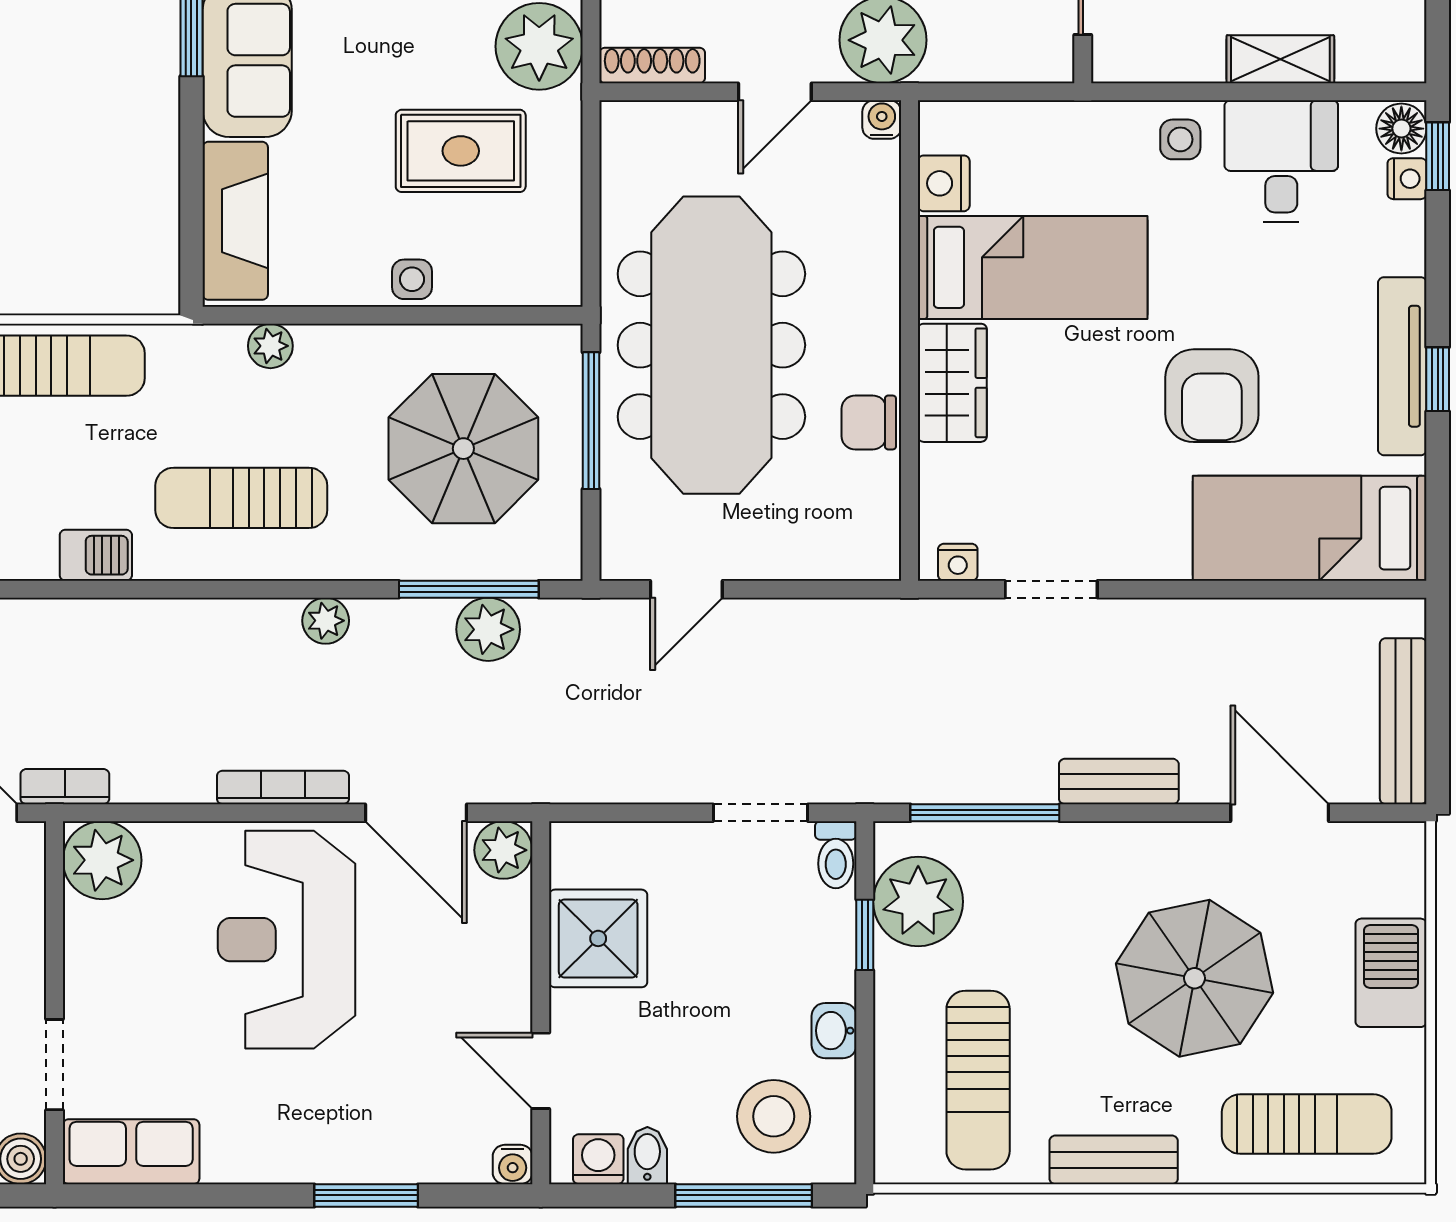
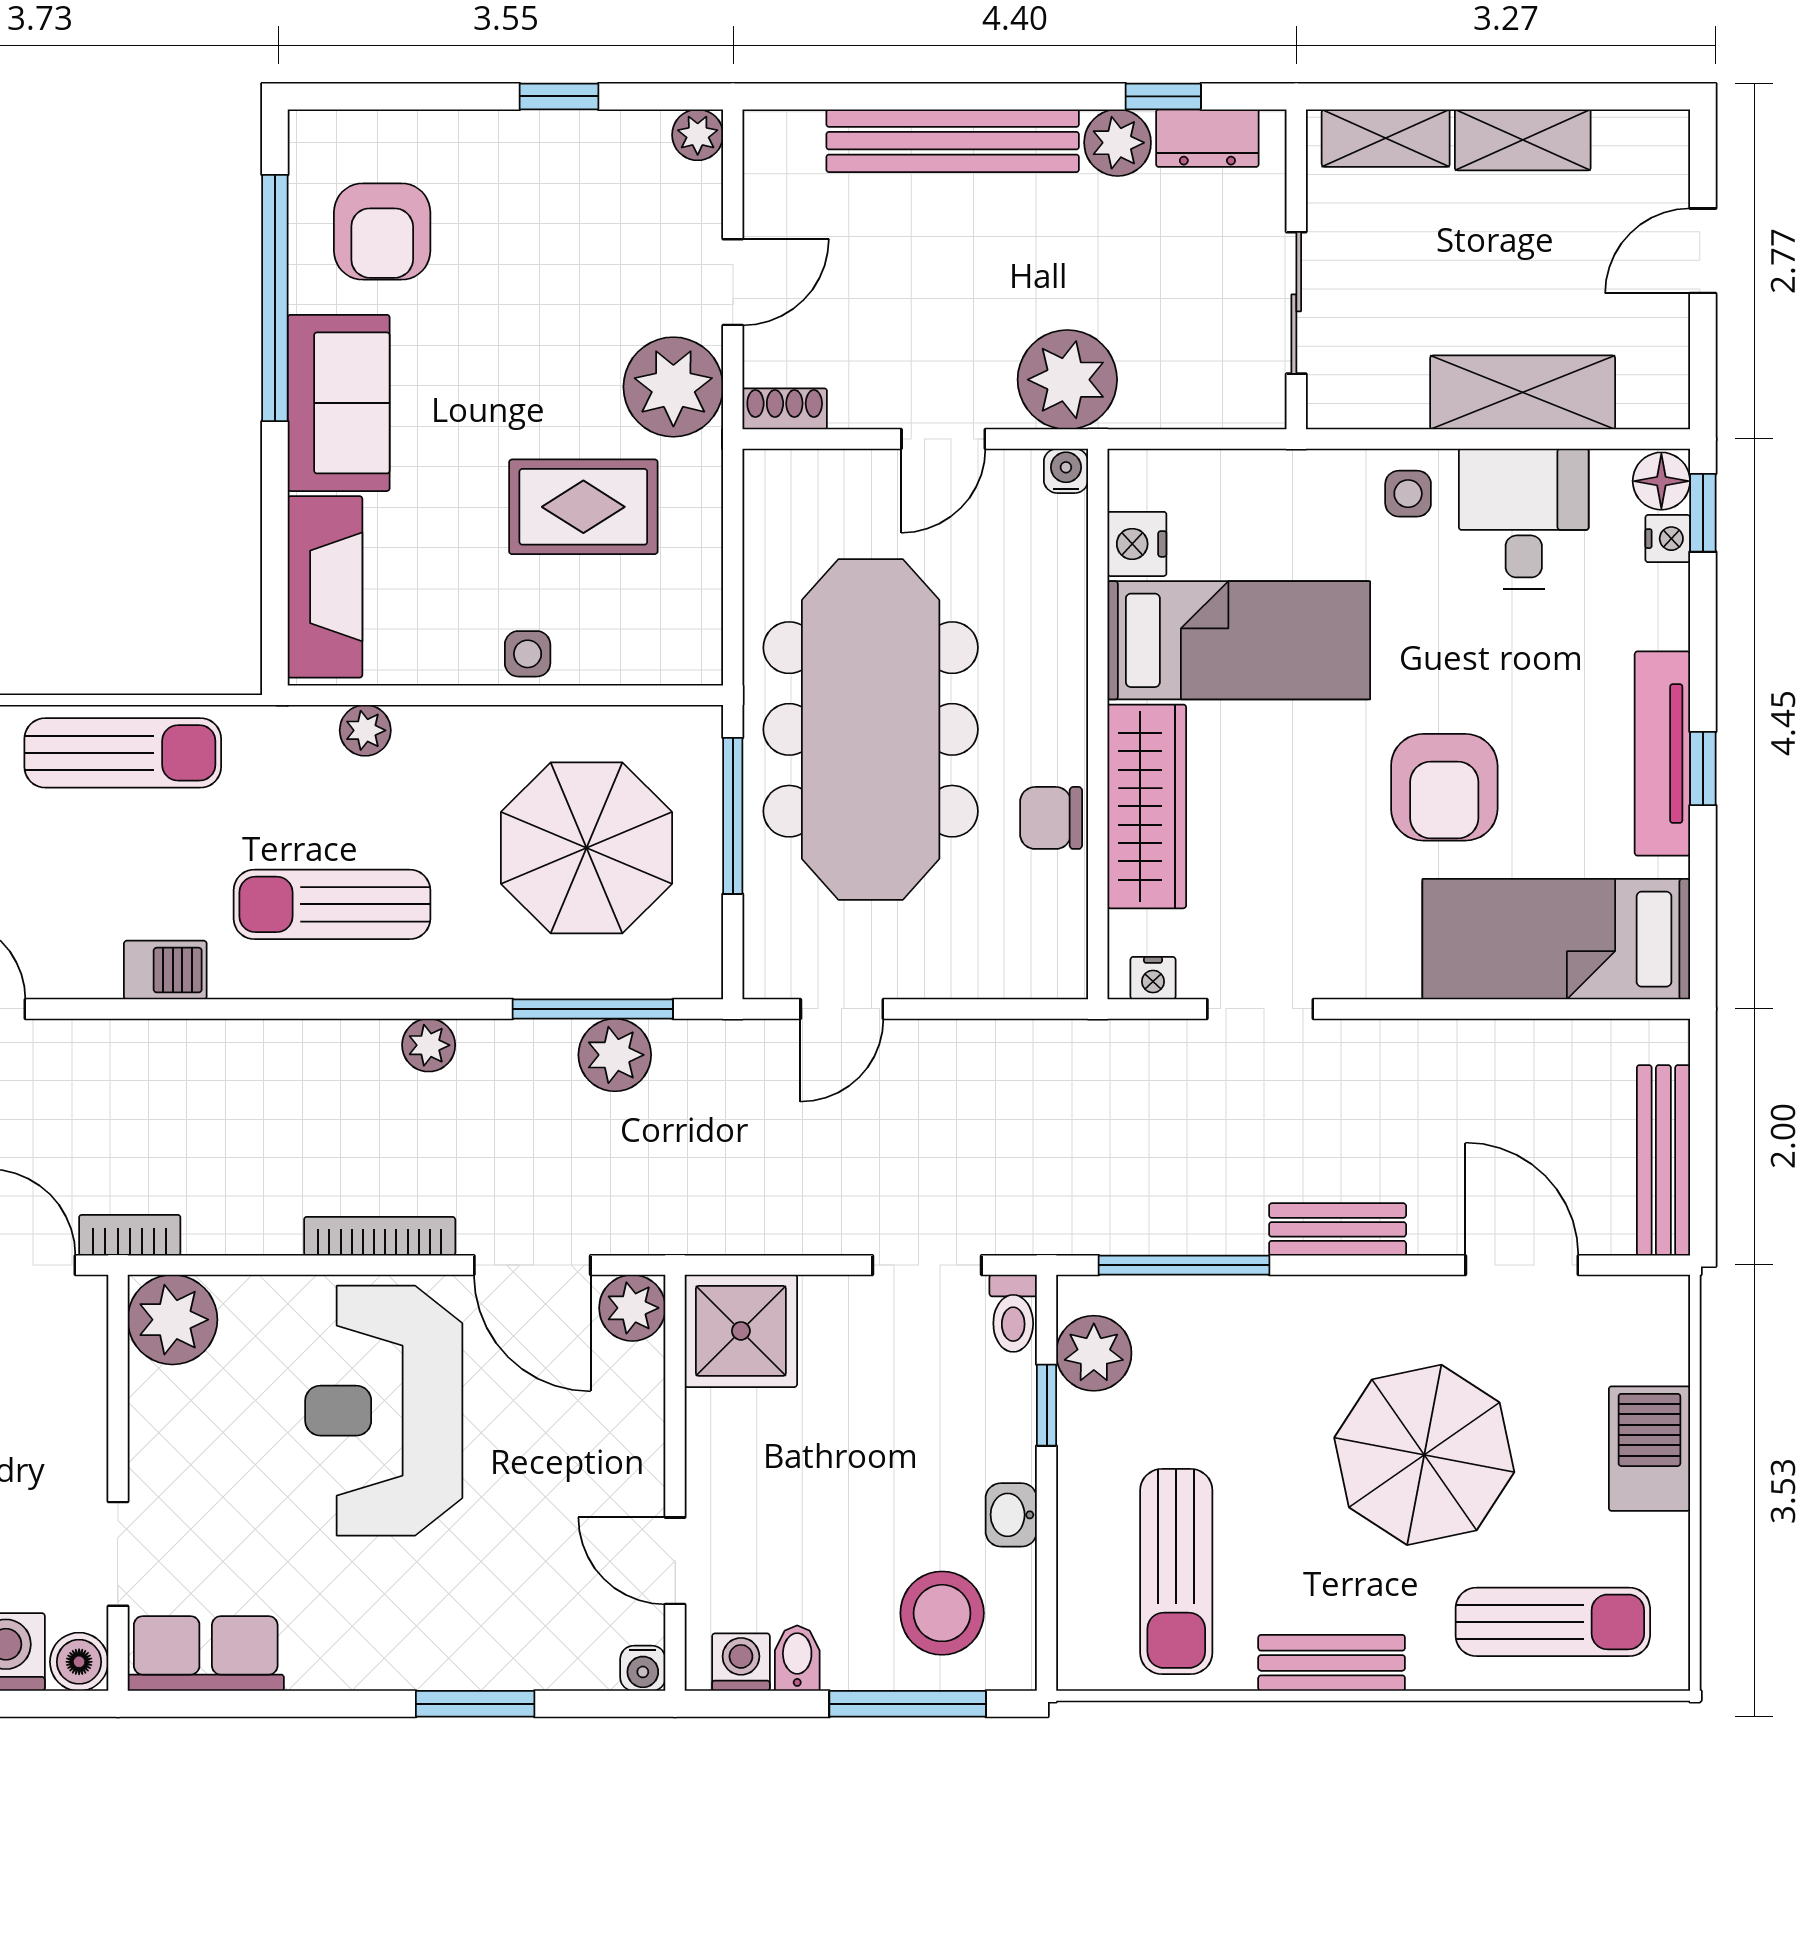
shelving: (1280, 59) -> (1523, 392), width x1.50, depth x1.33
shoe rack: (652, 65) -> (785, 409), width x0.70
wardrobe: (952, 383) -> (1147, 806), width x1.50
plant: (918, 902) -> (1094, 1353), width x0.73, depth x0.73
shower: (598, 938) -> (741, 1331), moved

